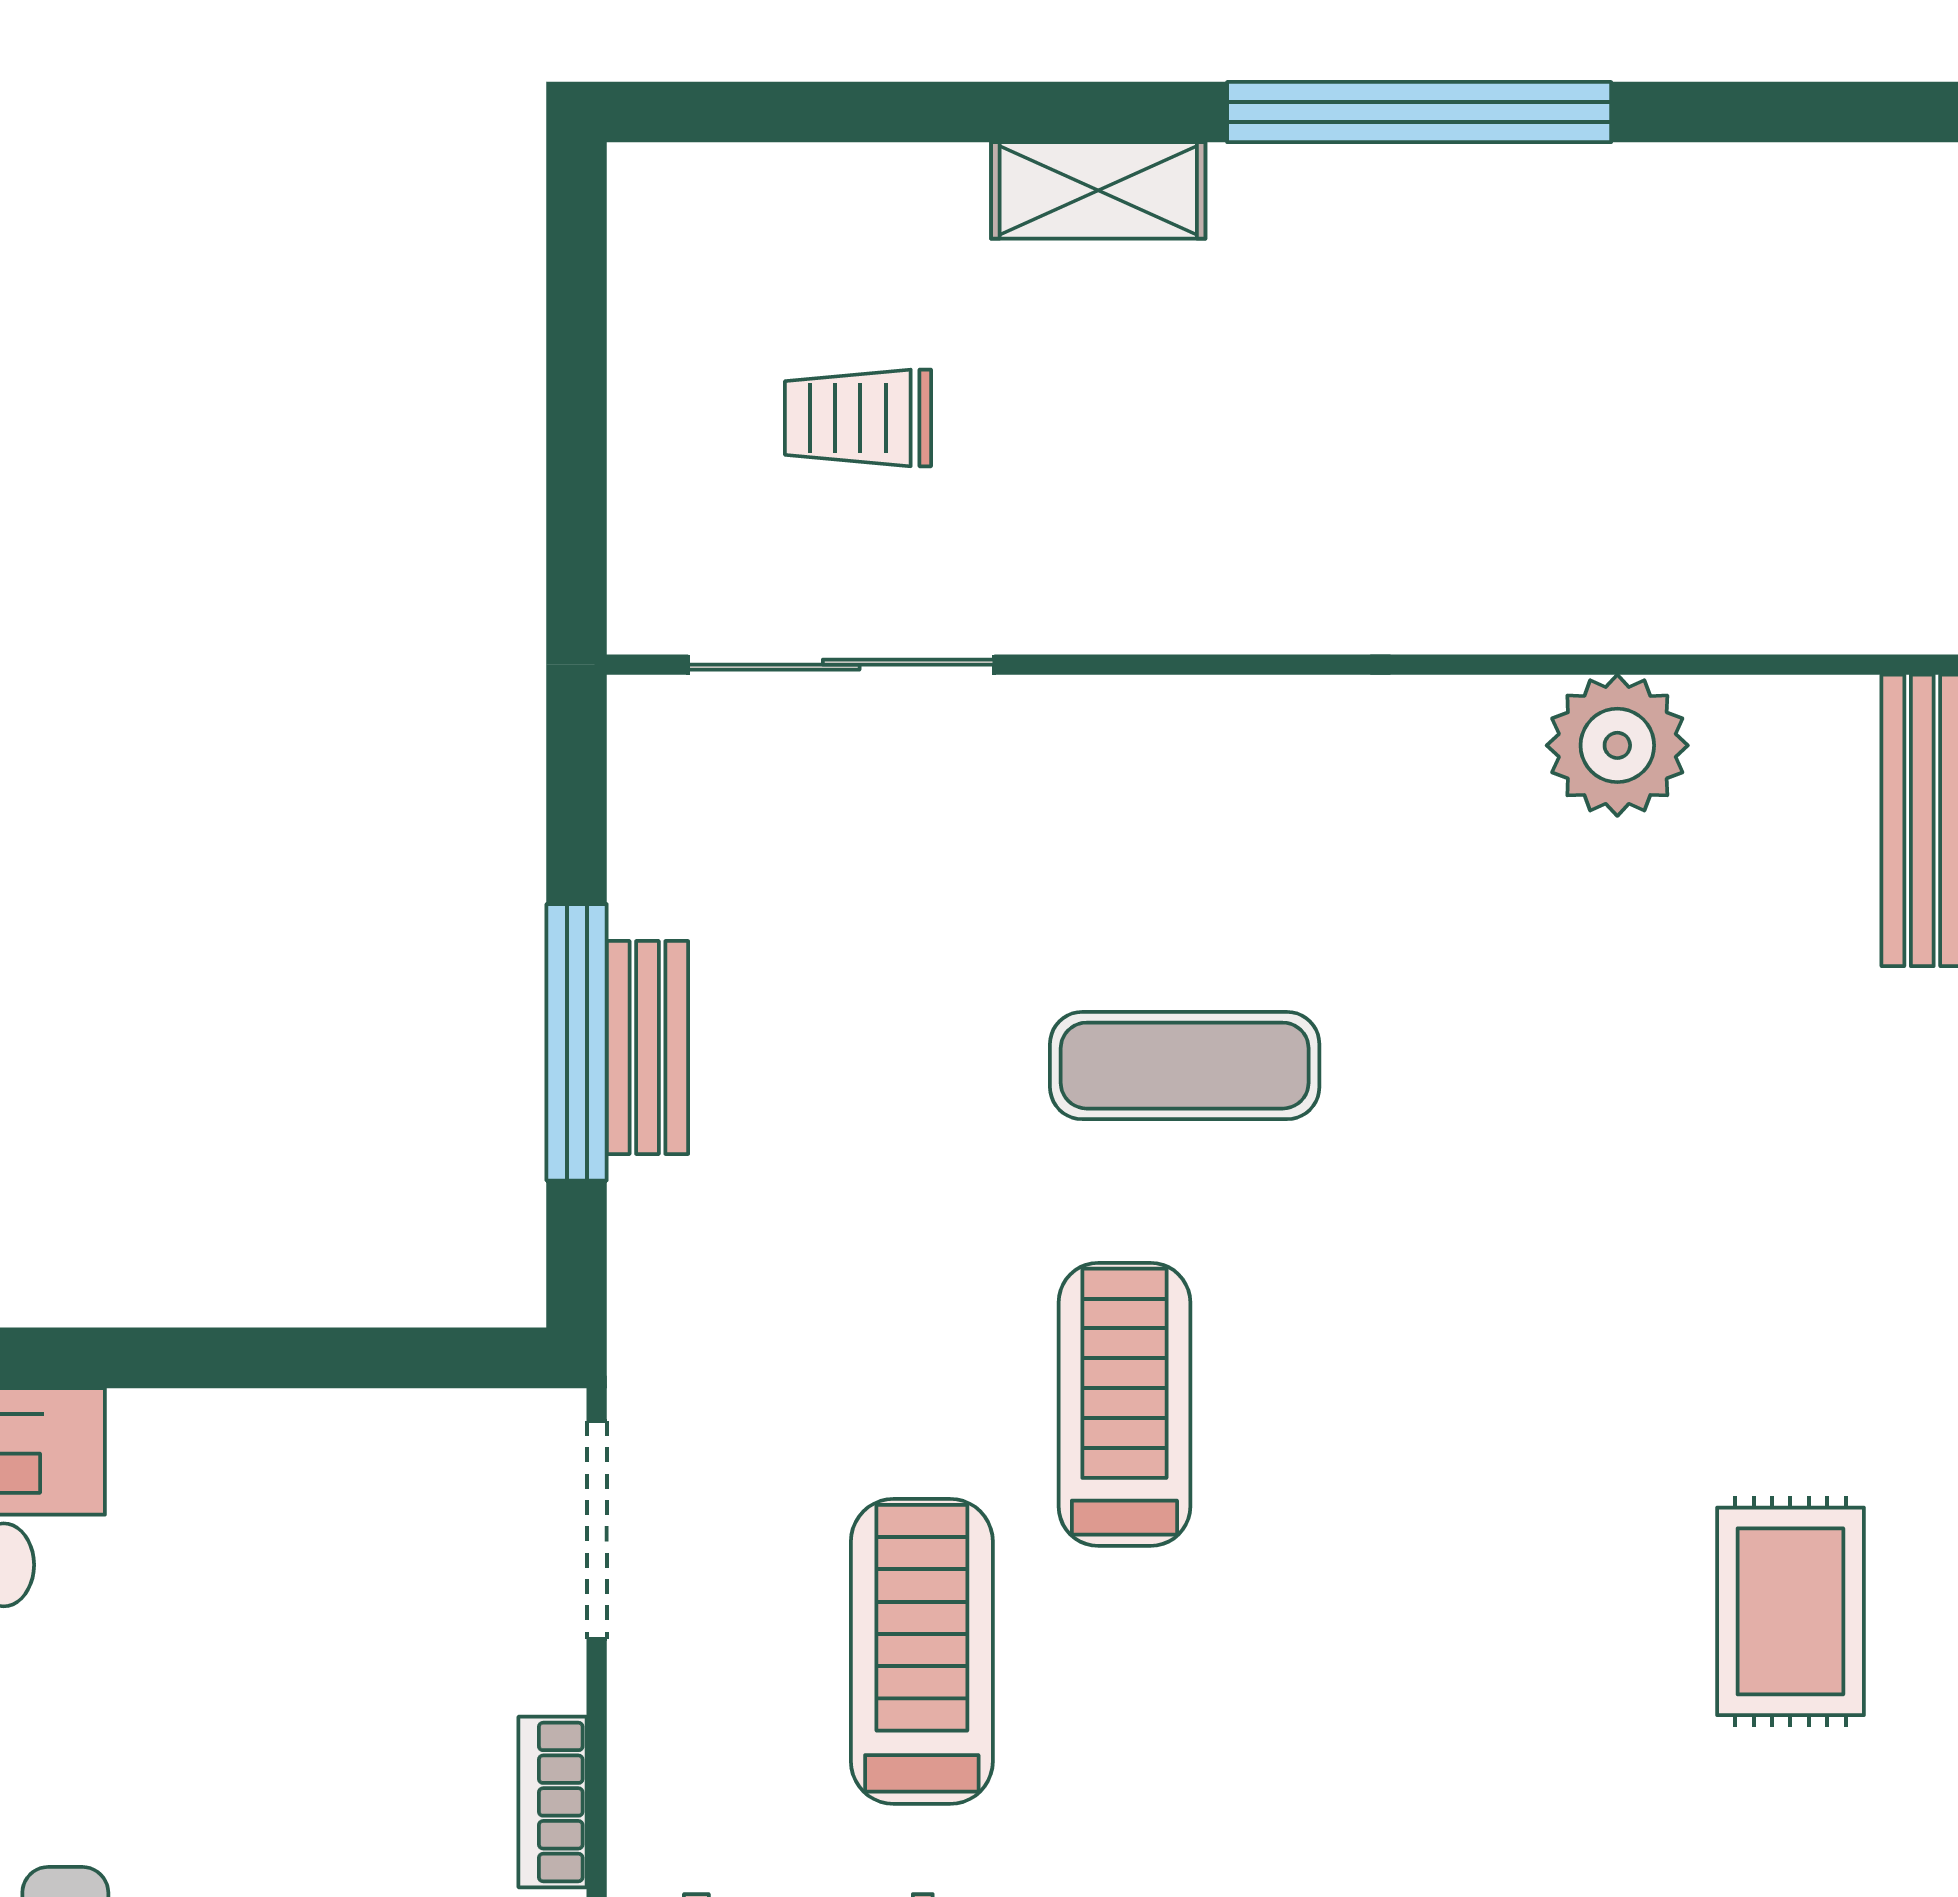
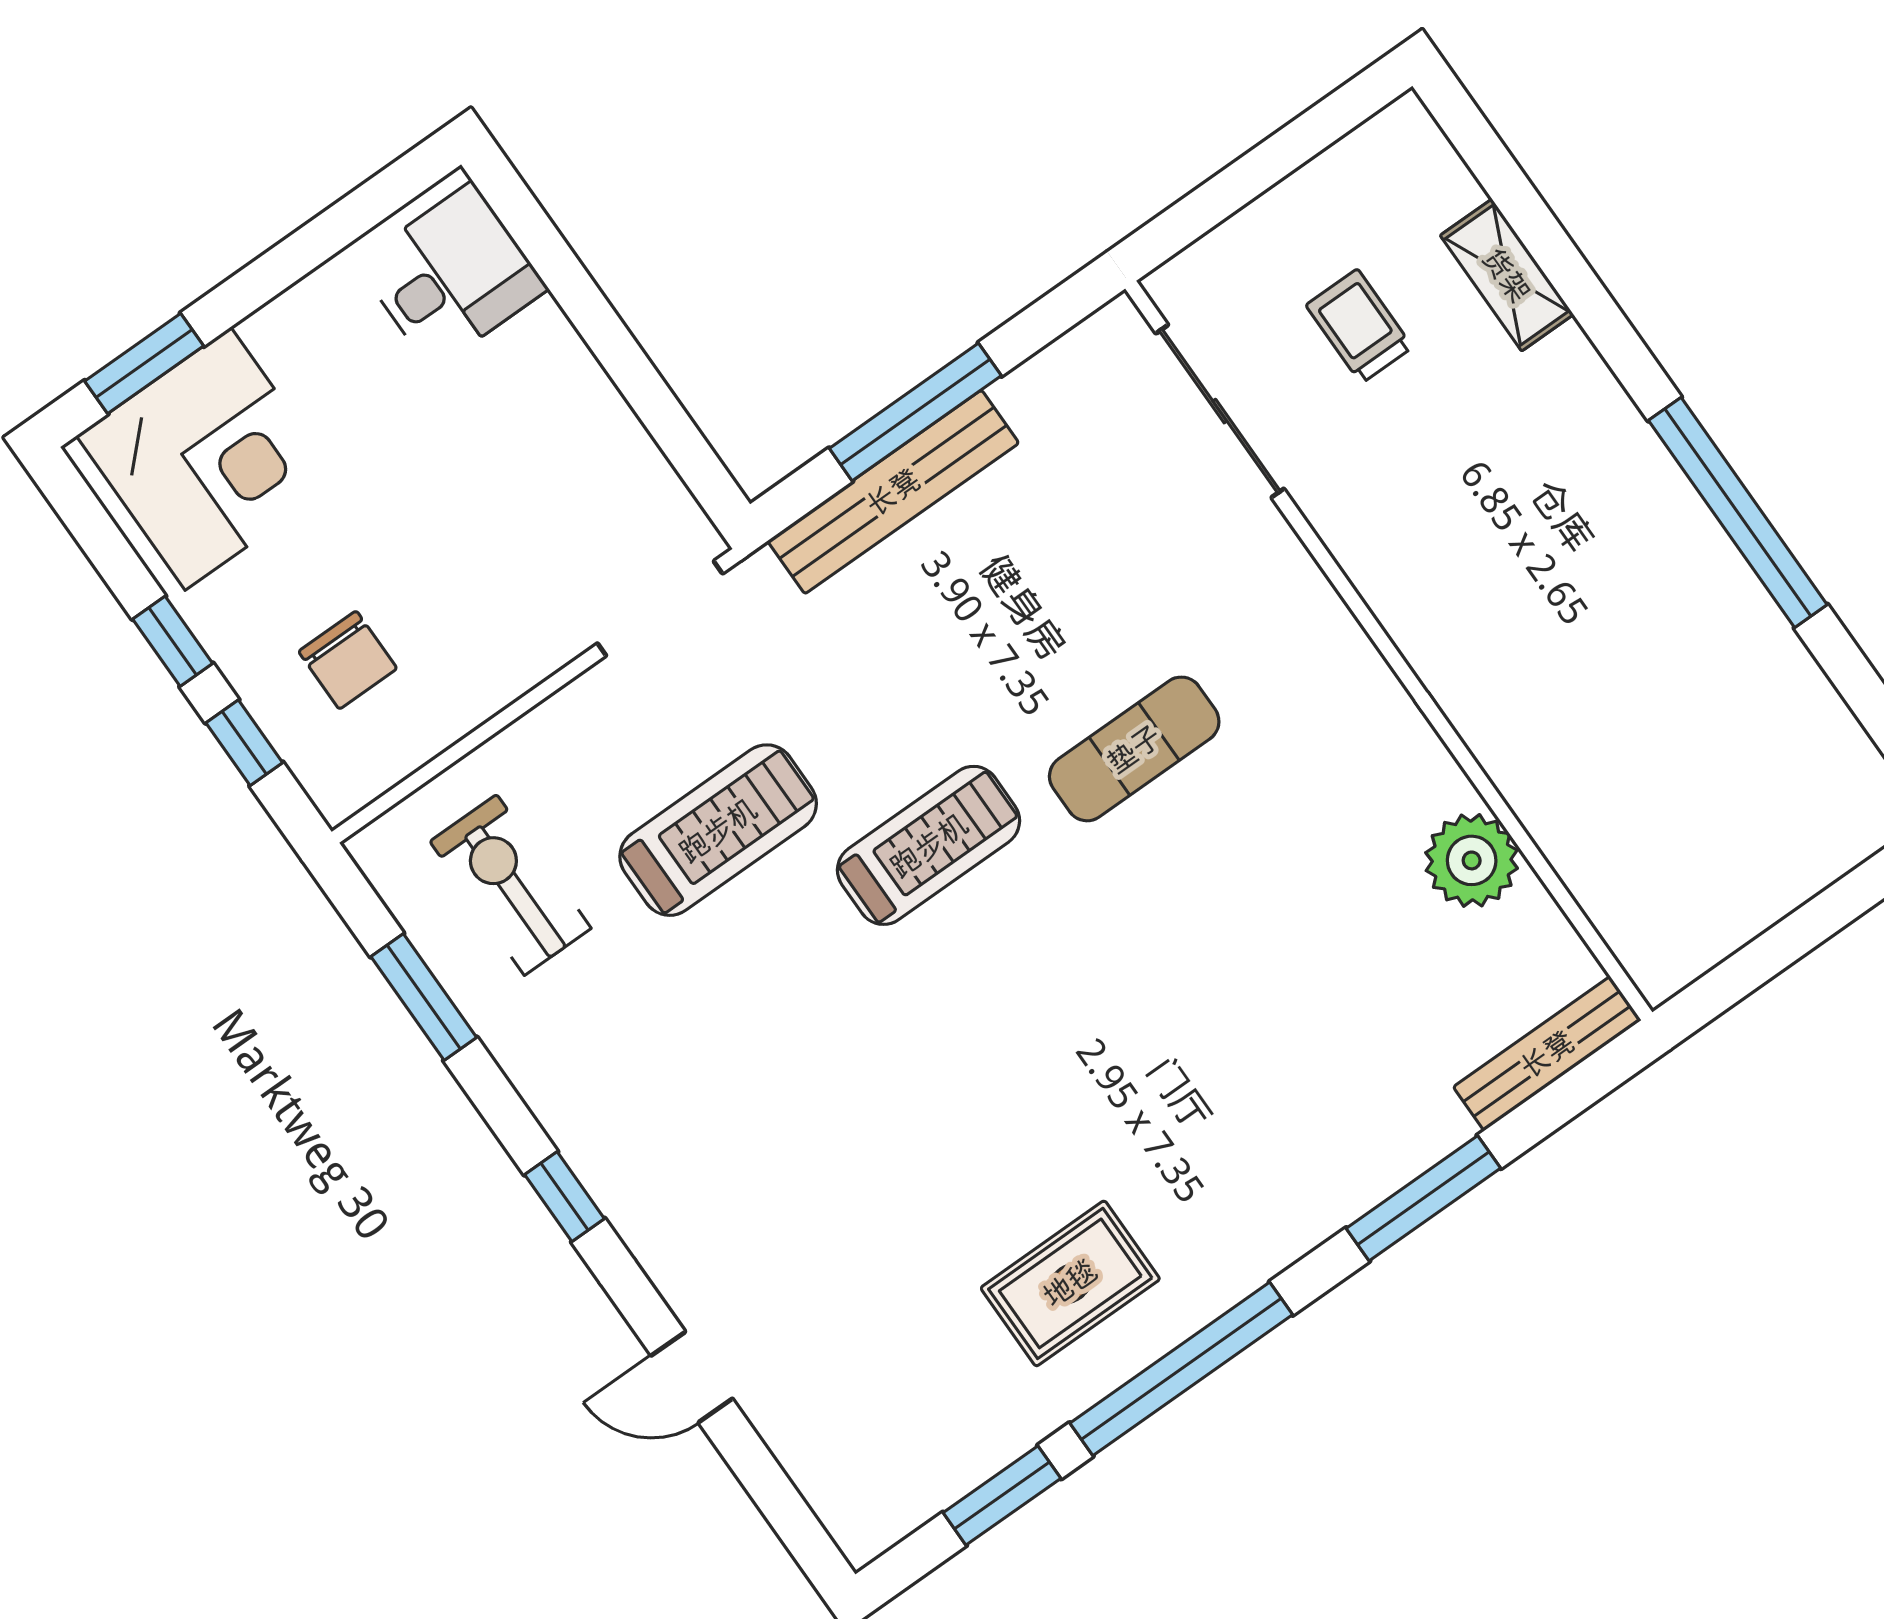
shelving: (1098, 190) -> (1507, 275), moved
bench: (647, 1048) -> (893, 492), width x1.86, depth x1.21
exercise mat: (1185, 1066) -> (1134, 749), turned 90
bookcase: (553, 1802) -> (496, 688), removed

